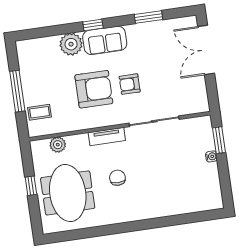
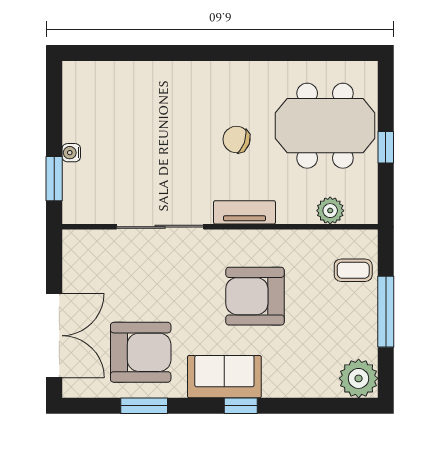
plant: (71, 44) -> (359, 378), moved
armchair: (130, 84) -> (141, 352), moved, width x1.88, depth x1.88
chair: (117, 178) -> (236, 139), turned 109
meeting table: (68, 193) -> (325, 126), turned 90

